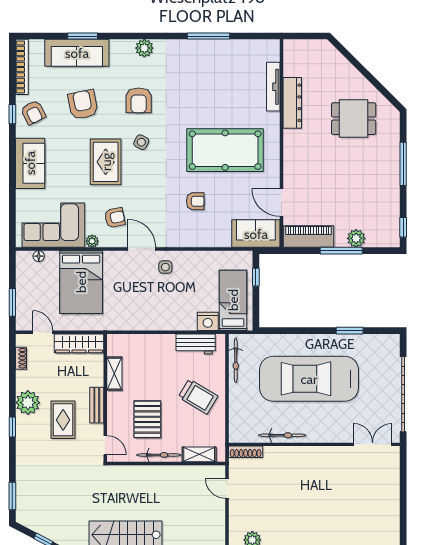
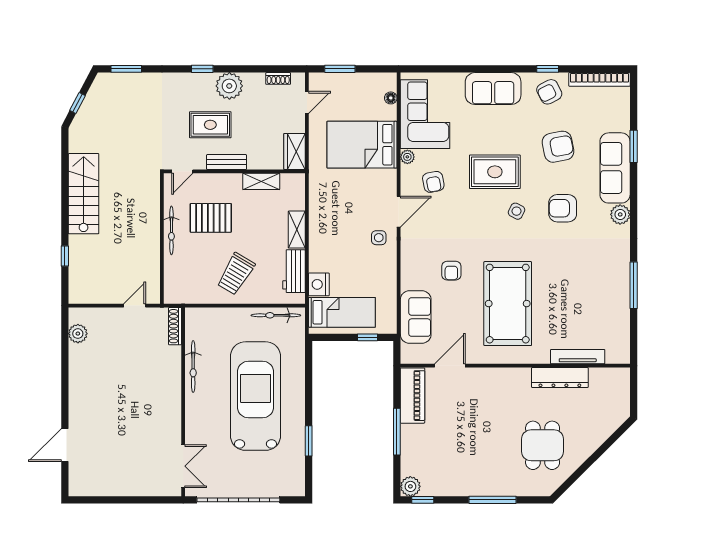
sofa: (77, 53) -> (615, 168), moved
sofa: (256, 234) -> (416, 317), moved
plant: (356, 238) -> (410, 486), moved
wardrobe: (79, 343) -> (294, 151), width x0.67
shelving: (199, 454) -> (297, 230), moved

